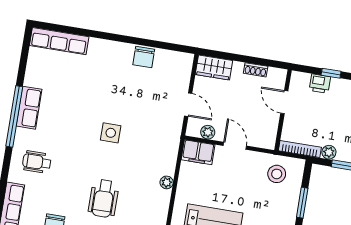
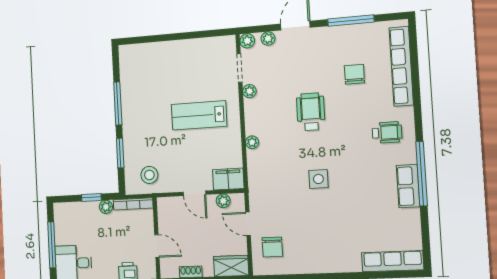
chair: (144, 57) -> (272, 247), moved, turned 180

